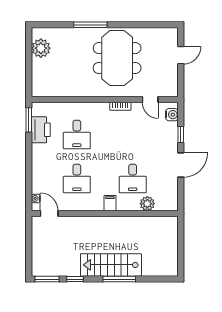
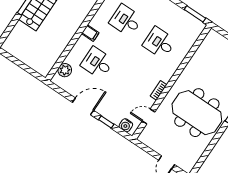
printer: (41, 130) -> (181, 18), removed
door: (181, 165) -> (83, 106), swing flipped
plant: (147, 204) -> (65, 70), moved

